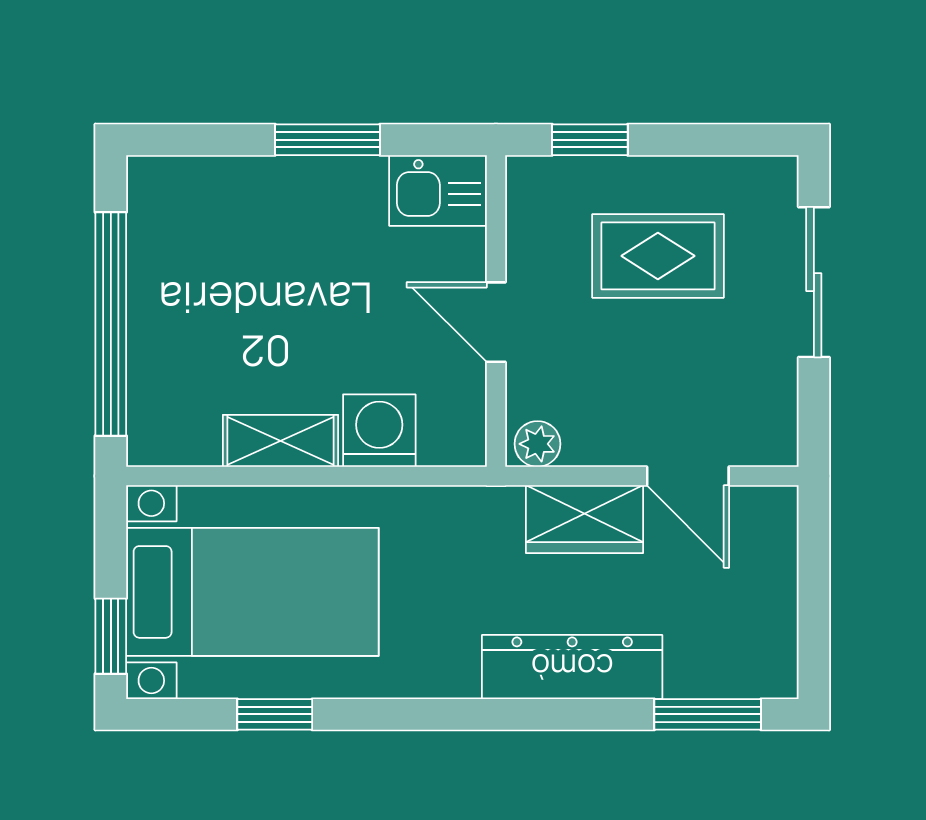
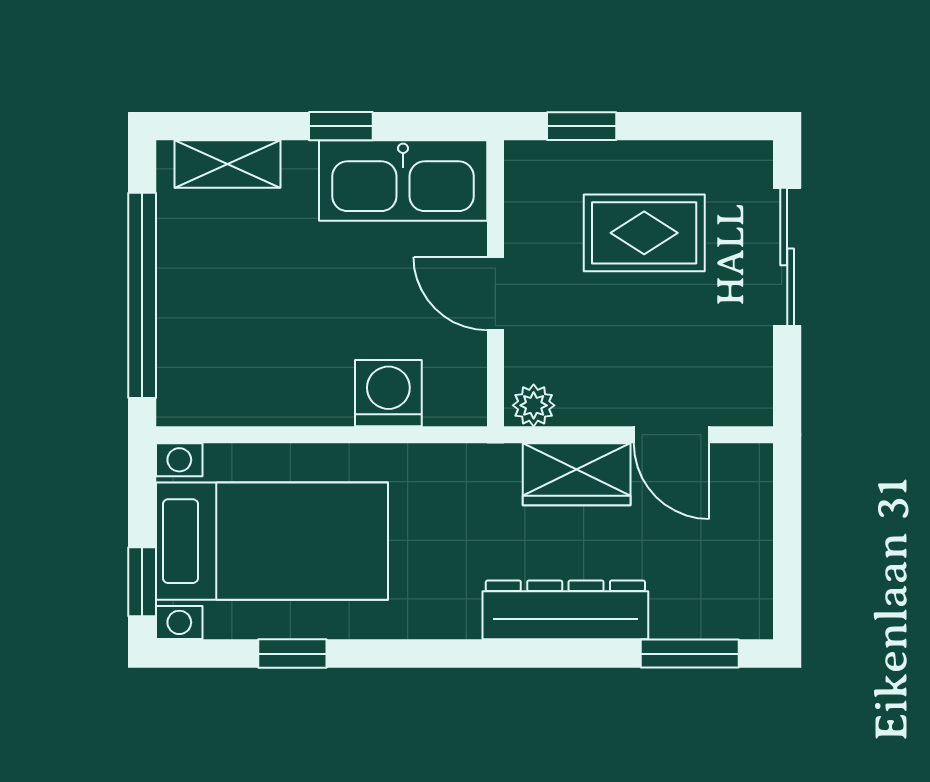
window: (327, 140) -> (341, 126), width x0.67
kitchen sink: (438, 190) -> (403, 181), width x1.88, depth x1.24
shelving: (280, 441) -> (227, 164), moved

